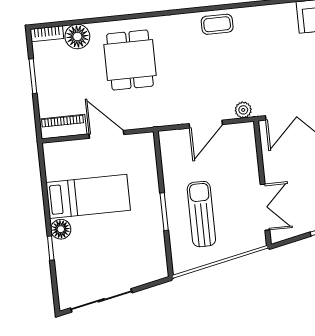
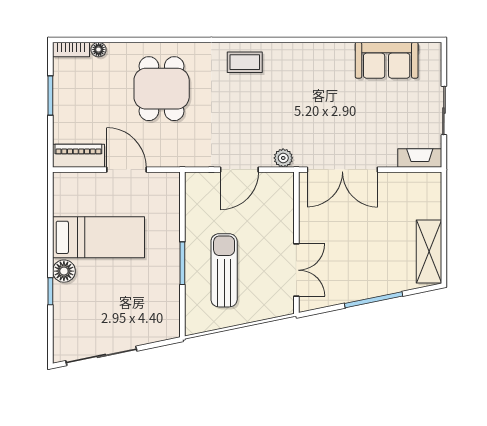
coffee table: (217, 24) -> (245, 62), moved
floor lamp: (77, 37) -> (99, 50), width x0.53, depth x0.53

